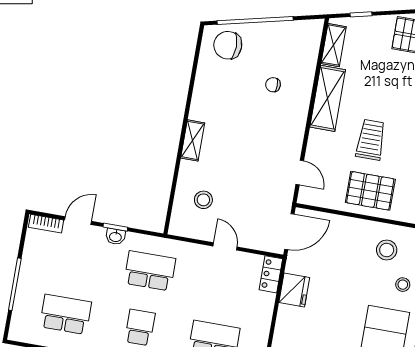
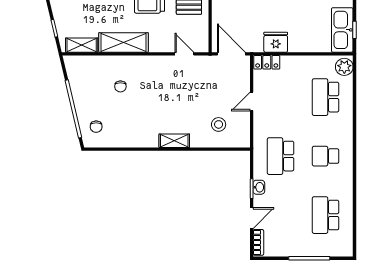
chair: (228, 45) -> (96, 127), width x0.54, depth x0.54
door: (300, 172) -> (184, 54), hinge flipped
door: (78, 221) -> (252, 218), swing flipped

